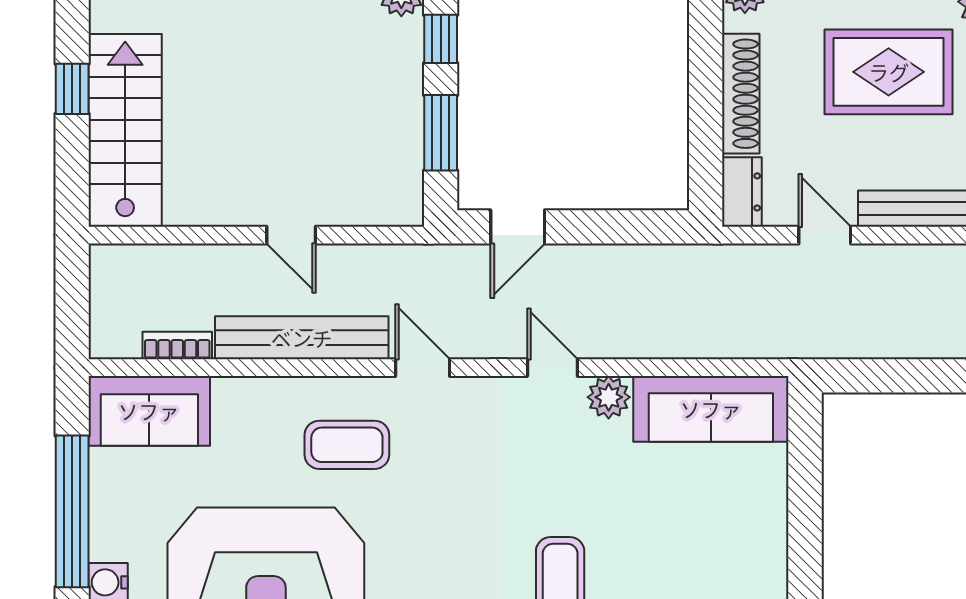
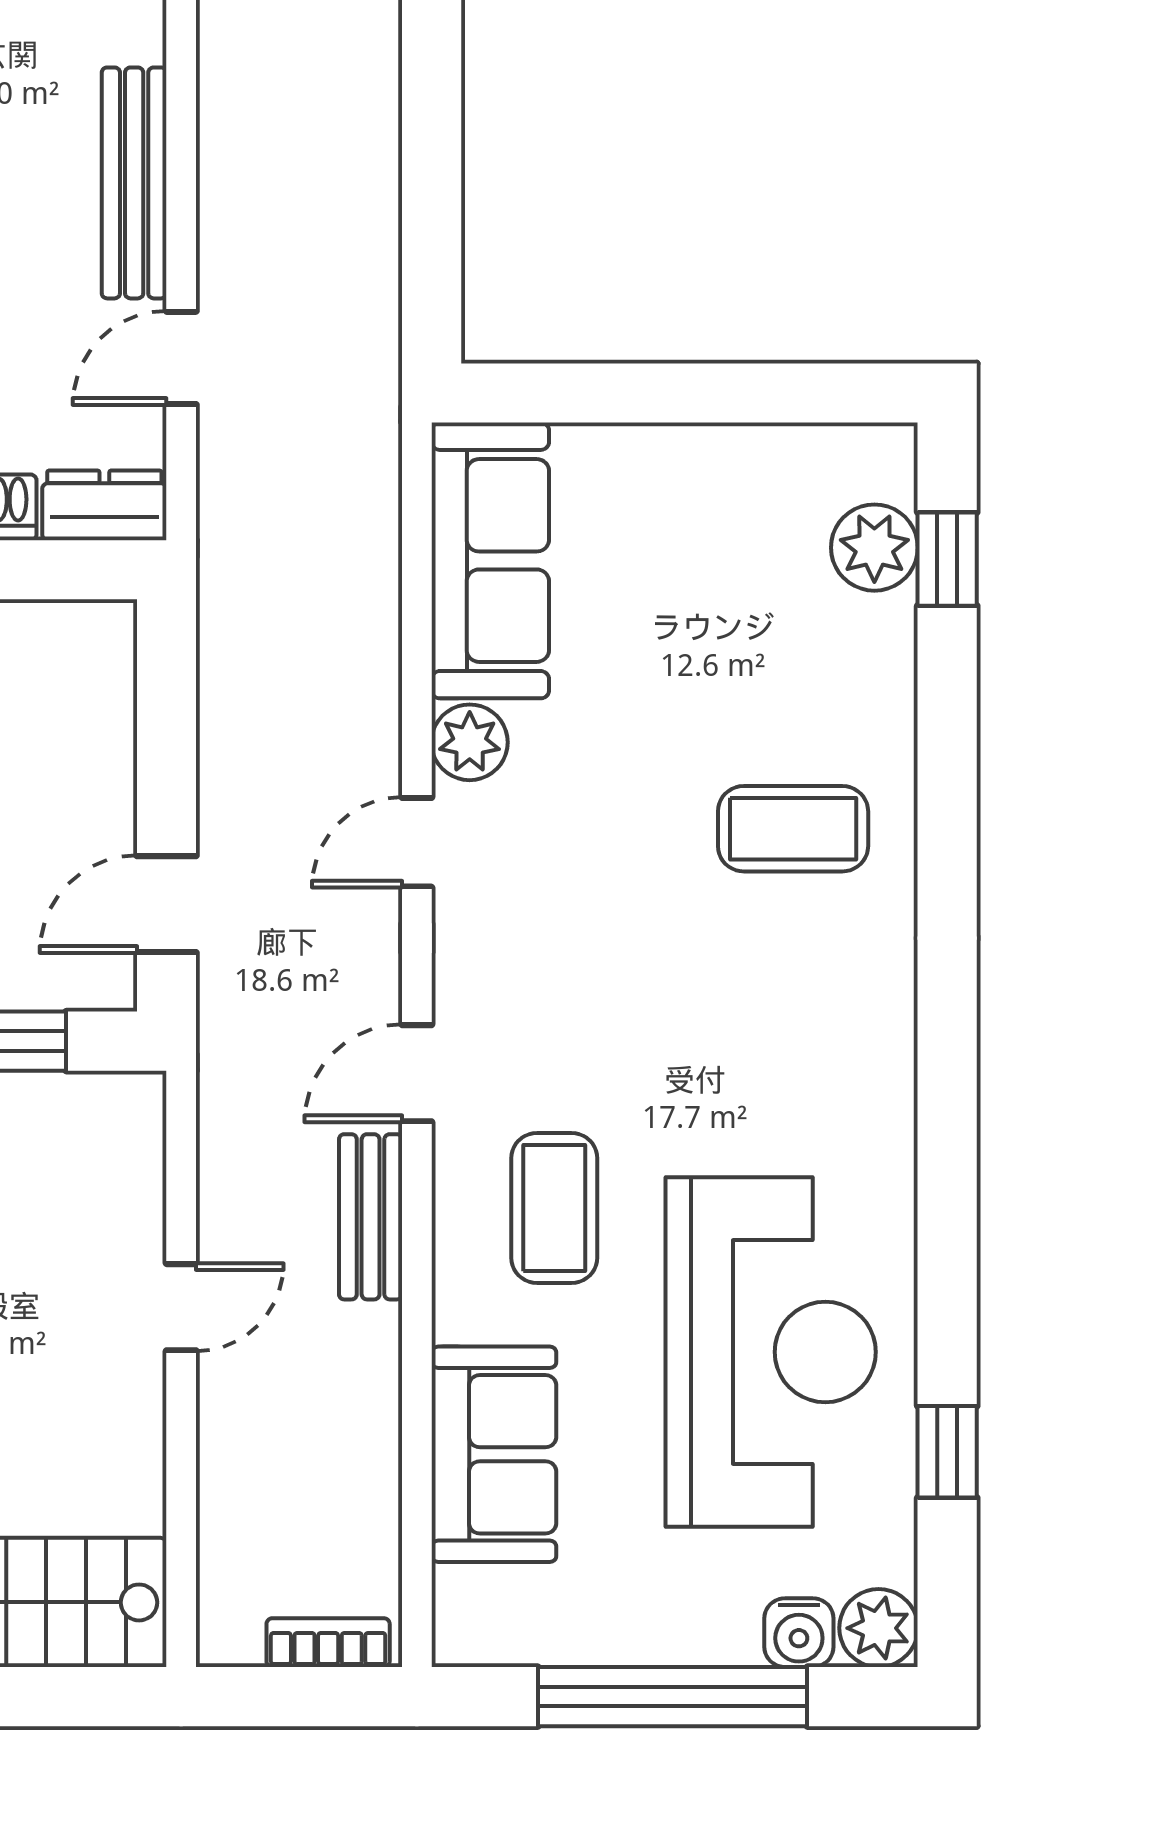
door: (518, 227) -> (166, 904), swing flipped
bench: (302, 338) -> (371, 1217), width x0.54, depth x0.82
bookcase: (177, 346) -> (328, 1643), moved, turned 90
sofa: (149, 411) -> (494, 1454), moved

